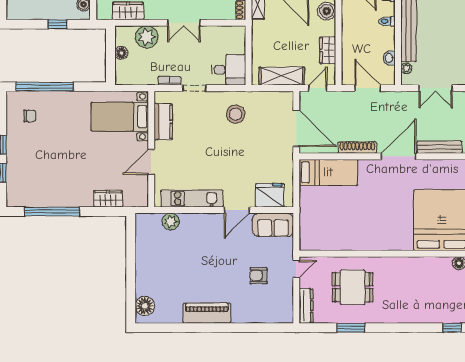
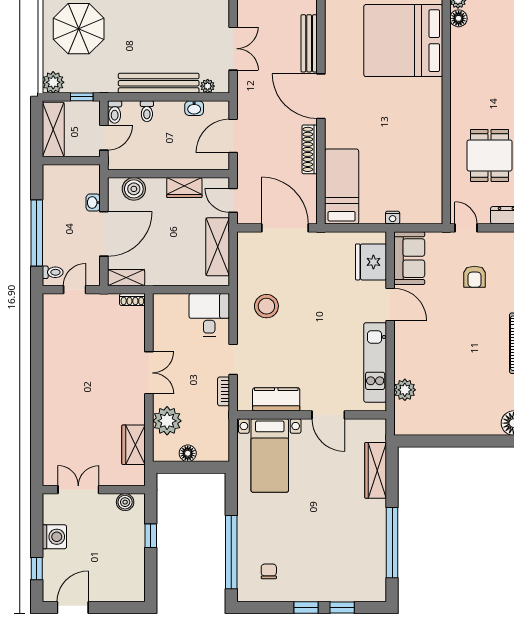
door: (296, 128) -> (285, 228), hinge flipped
wardrobe: (108, 199) -> (376, 470), width x1.50
nightstand: (304, 212) -> (393, 218), added

